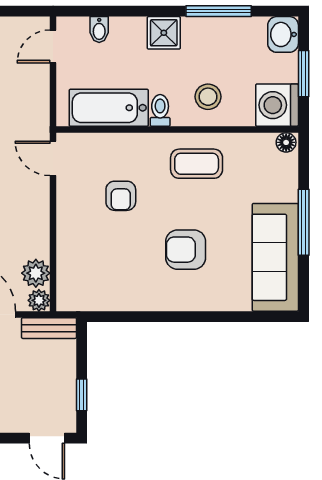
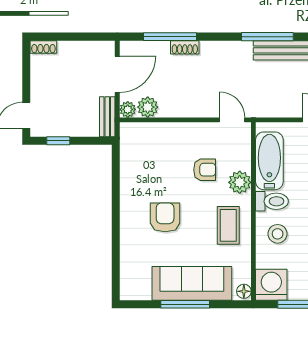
toilet: (160, 110) -> (272, 201), width x1.37, depth x1.39
plant: (138, 148) -> (240, 182), added
door: (53, 158) -> (232, 120), hinge flipped
armchair: (121, 196) -> (205, 170), turned 180
sofa: (275, 257) -> (192, 283), moved

